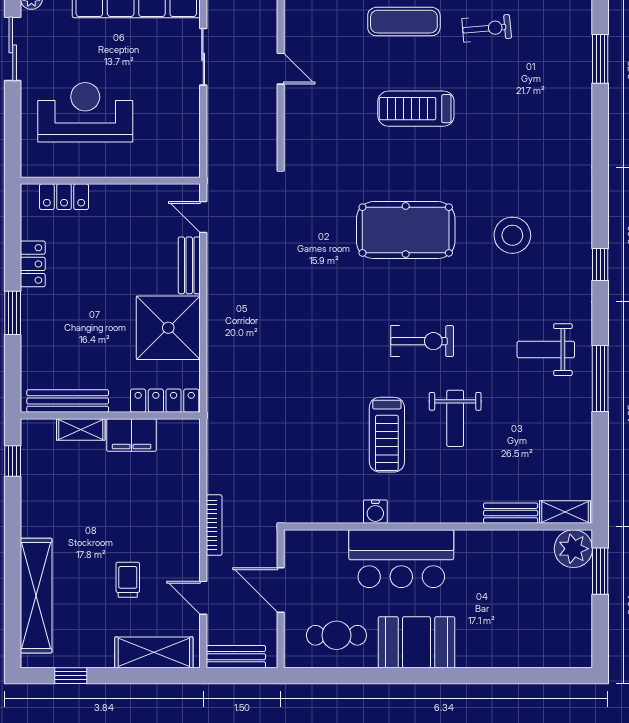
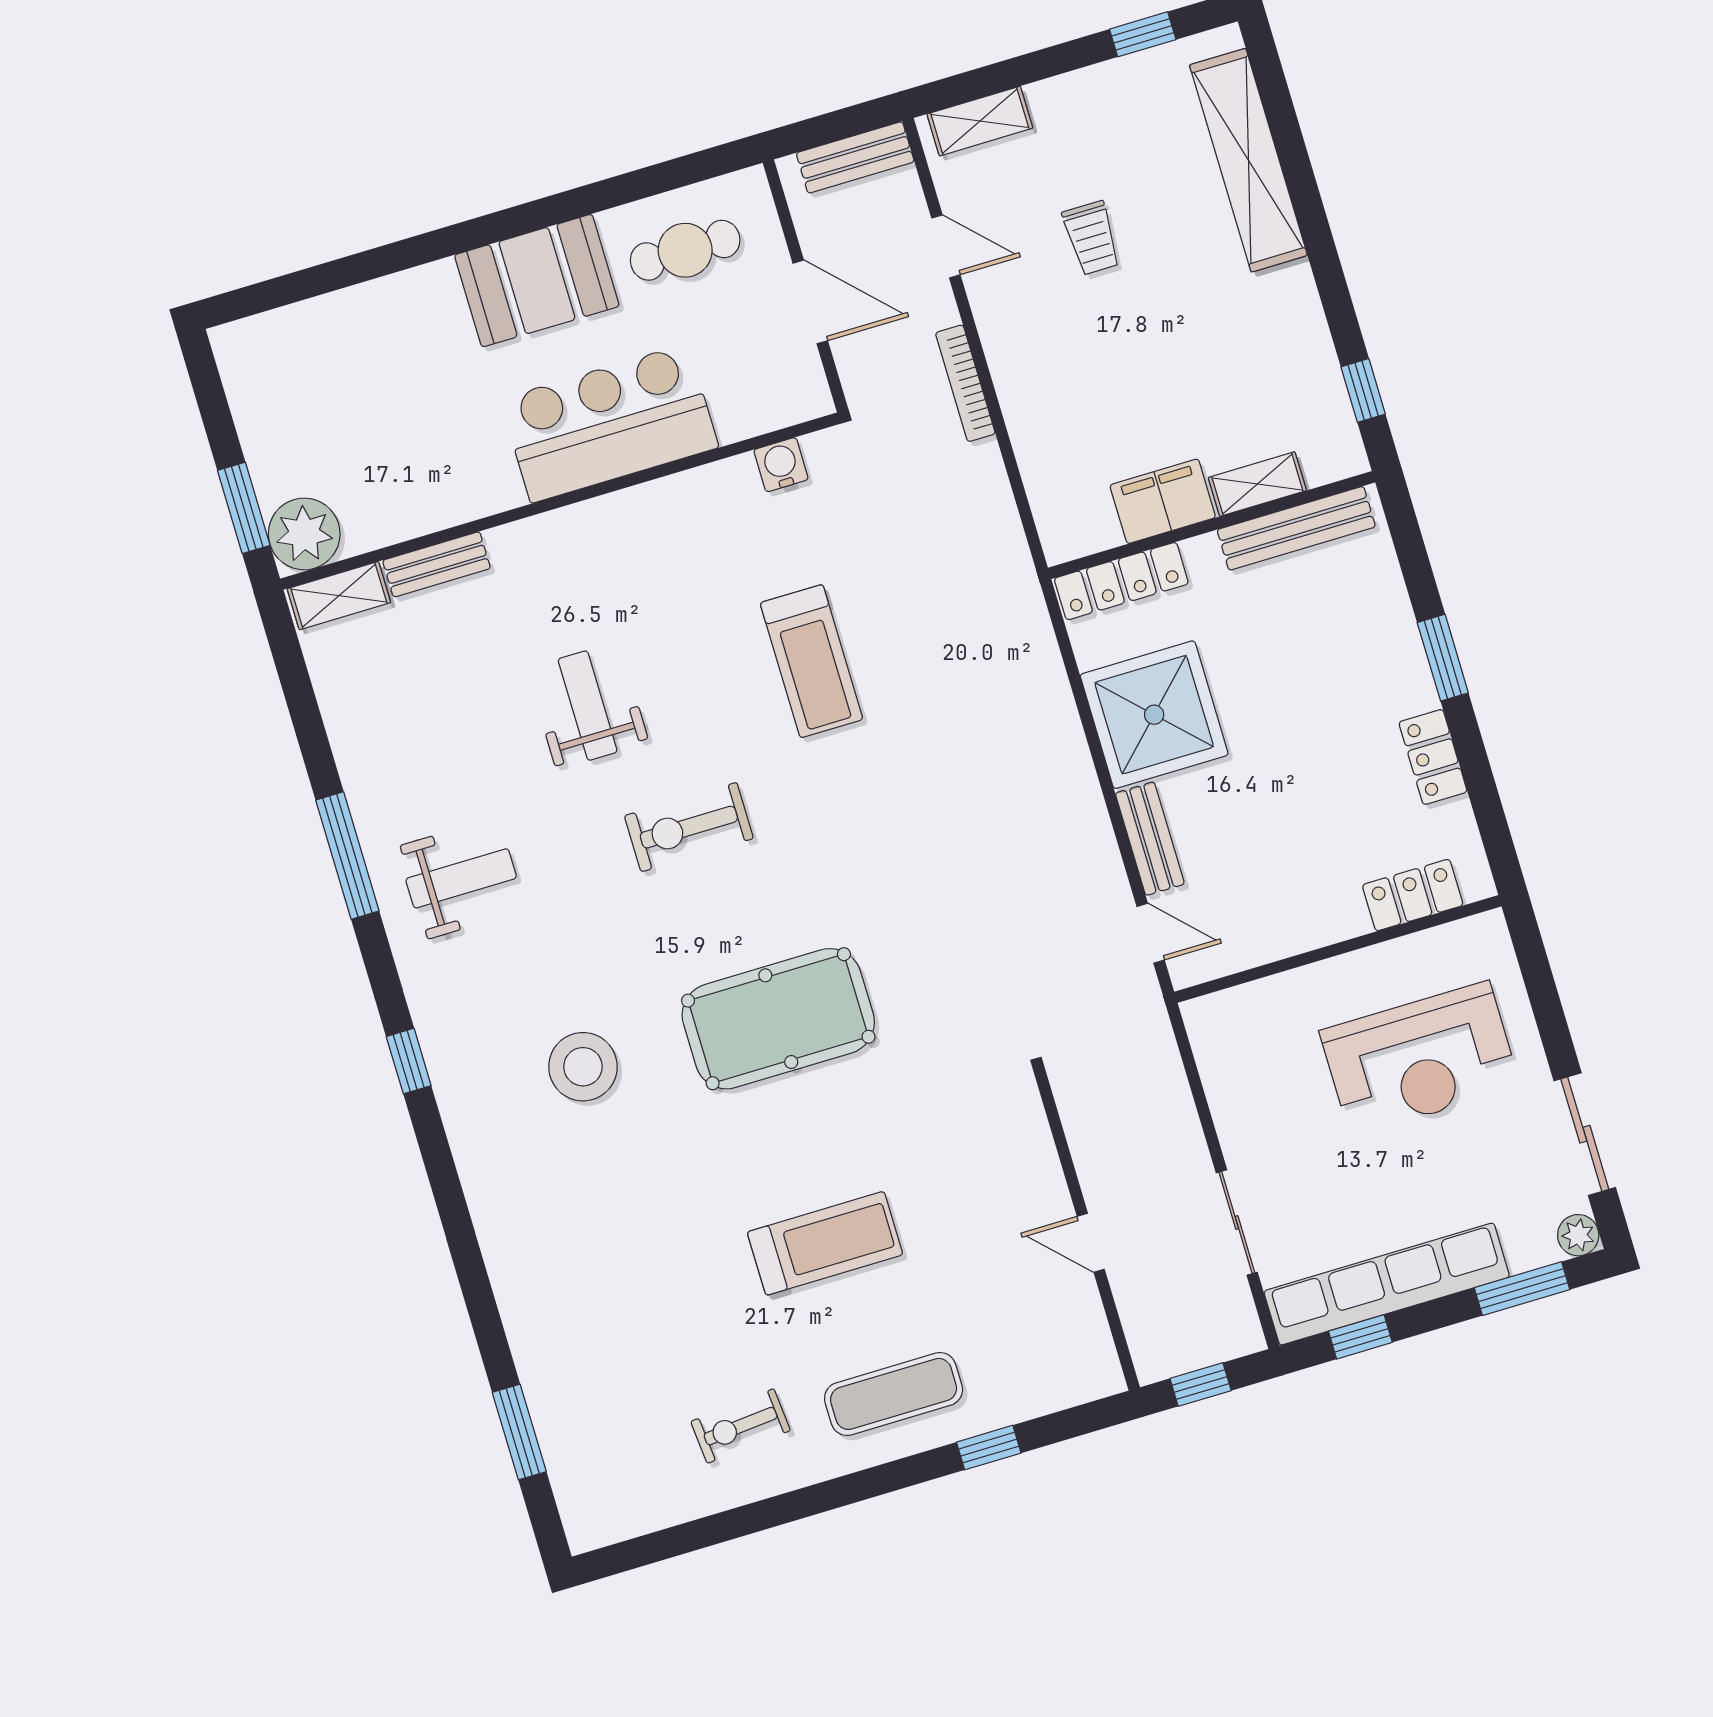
treadmill: (387, 435) -> (811, 661), moved, turned 180
water cooler: (375, 512) -> (781, 465), moved
shelving: (154, 652) -> (980, 121), width x0.67, depth x0.75

